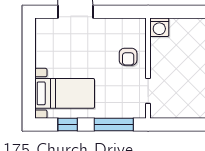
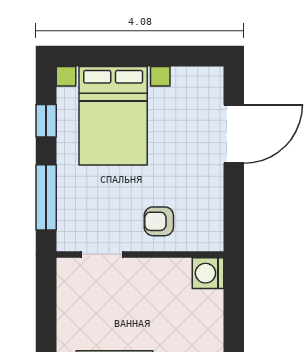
bed with nightstands: (65, 93) -> (113, 116), width x1.36

